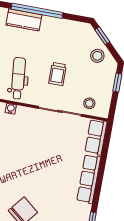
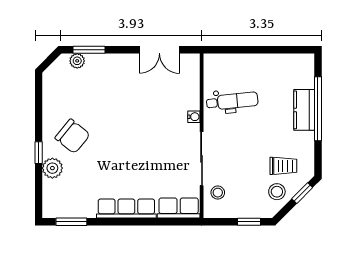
kitchen counter: (24, 20) -> (304, 110), moved
trolley: (58, 74) -> (283, 166), moved, turned 180
water cooler: (11, 109) -> (194, 117), moved

